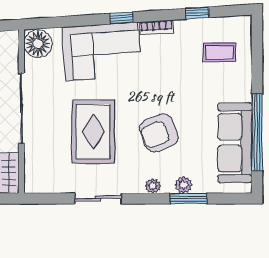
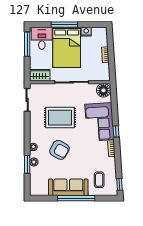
window: (197, 13) -> (119, 184), moved
window: (257, 132) -> (76, 198), moved
armchair: (159, 133) -> (59, 150), turned 141
sofa: (235, 143) -> (68, 187), moved
sliding door: (98, 199) -> (27, 100), moved

